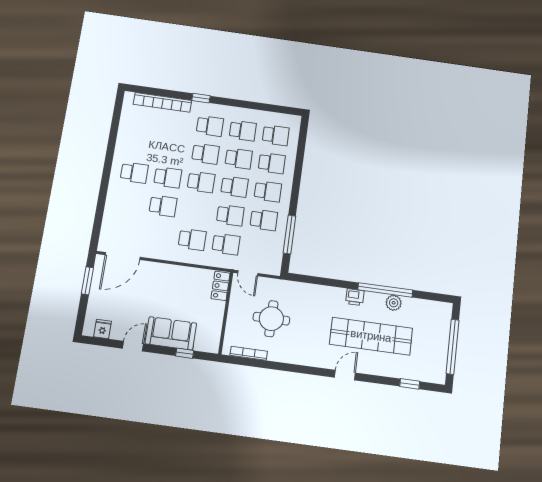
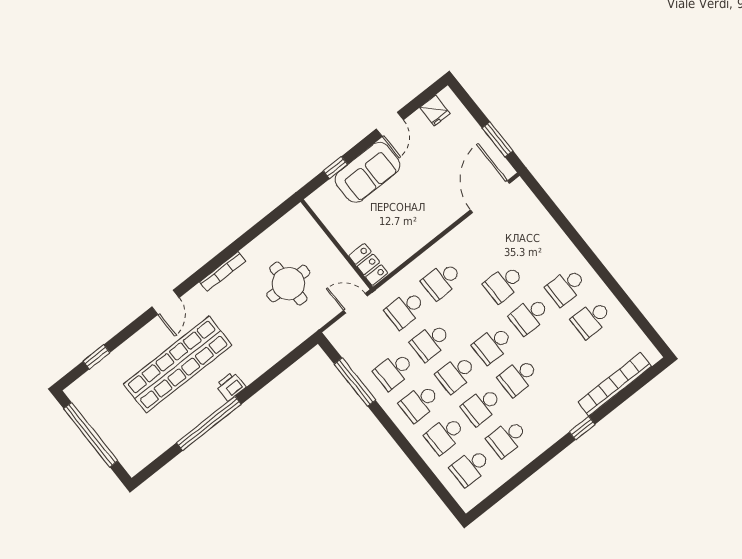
school desk: (210, 126) -> (591, 319), moved
plant: (394, 303) -> (188, 419), removed
bookcase: (249, 353) -> (223, 271), moved

